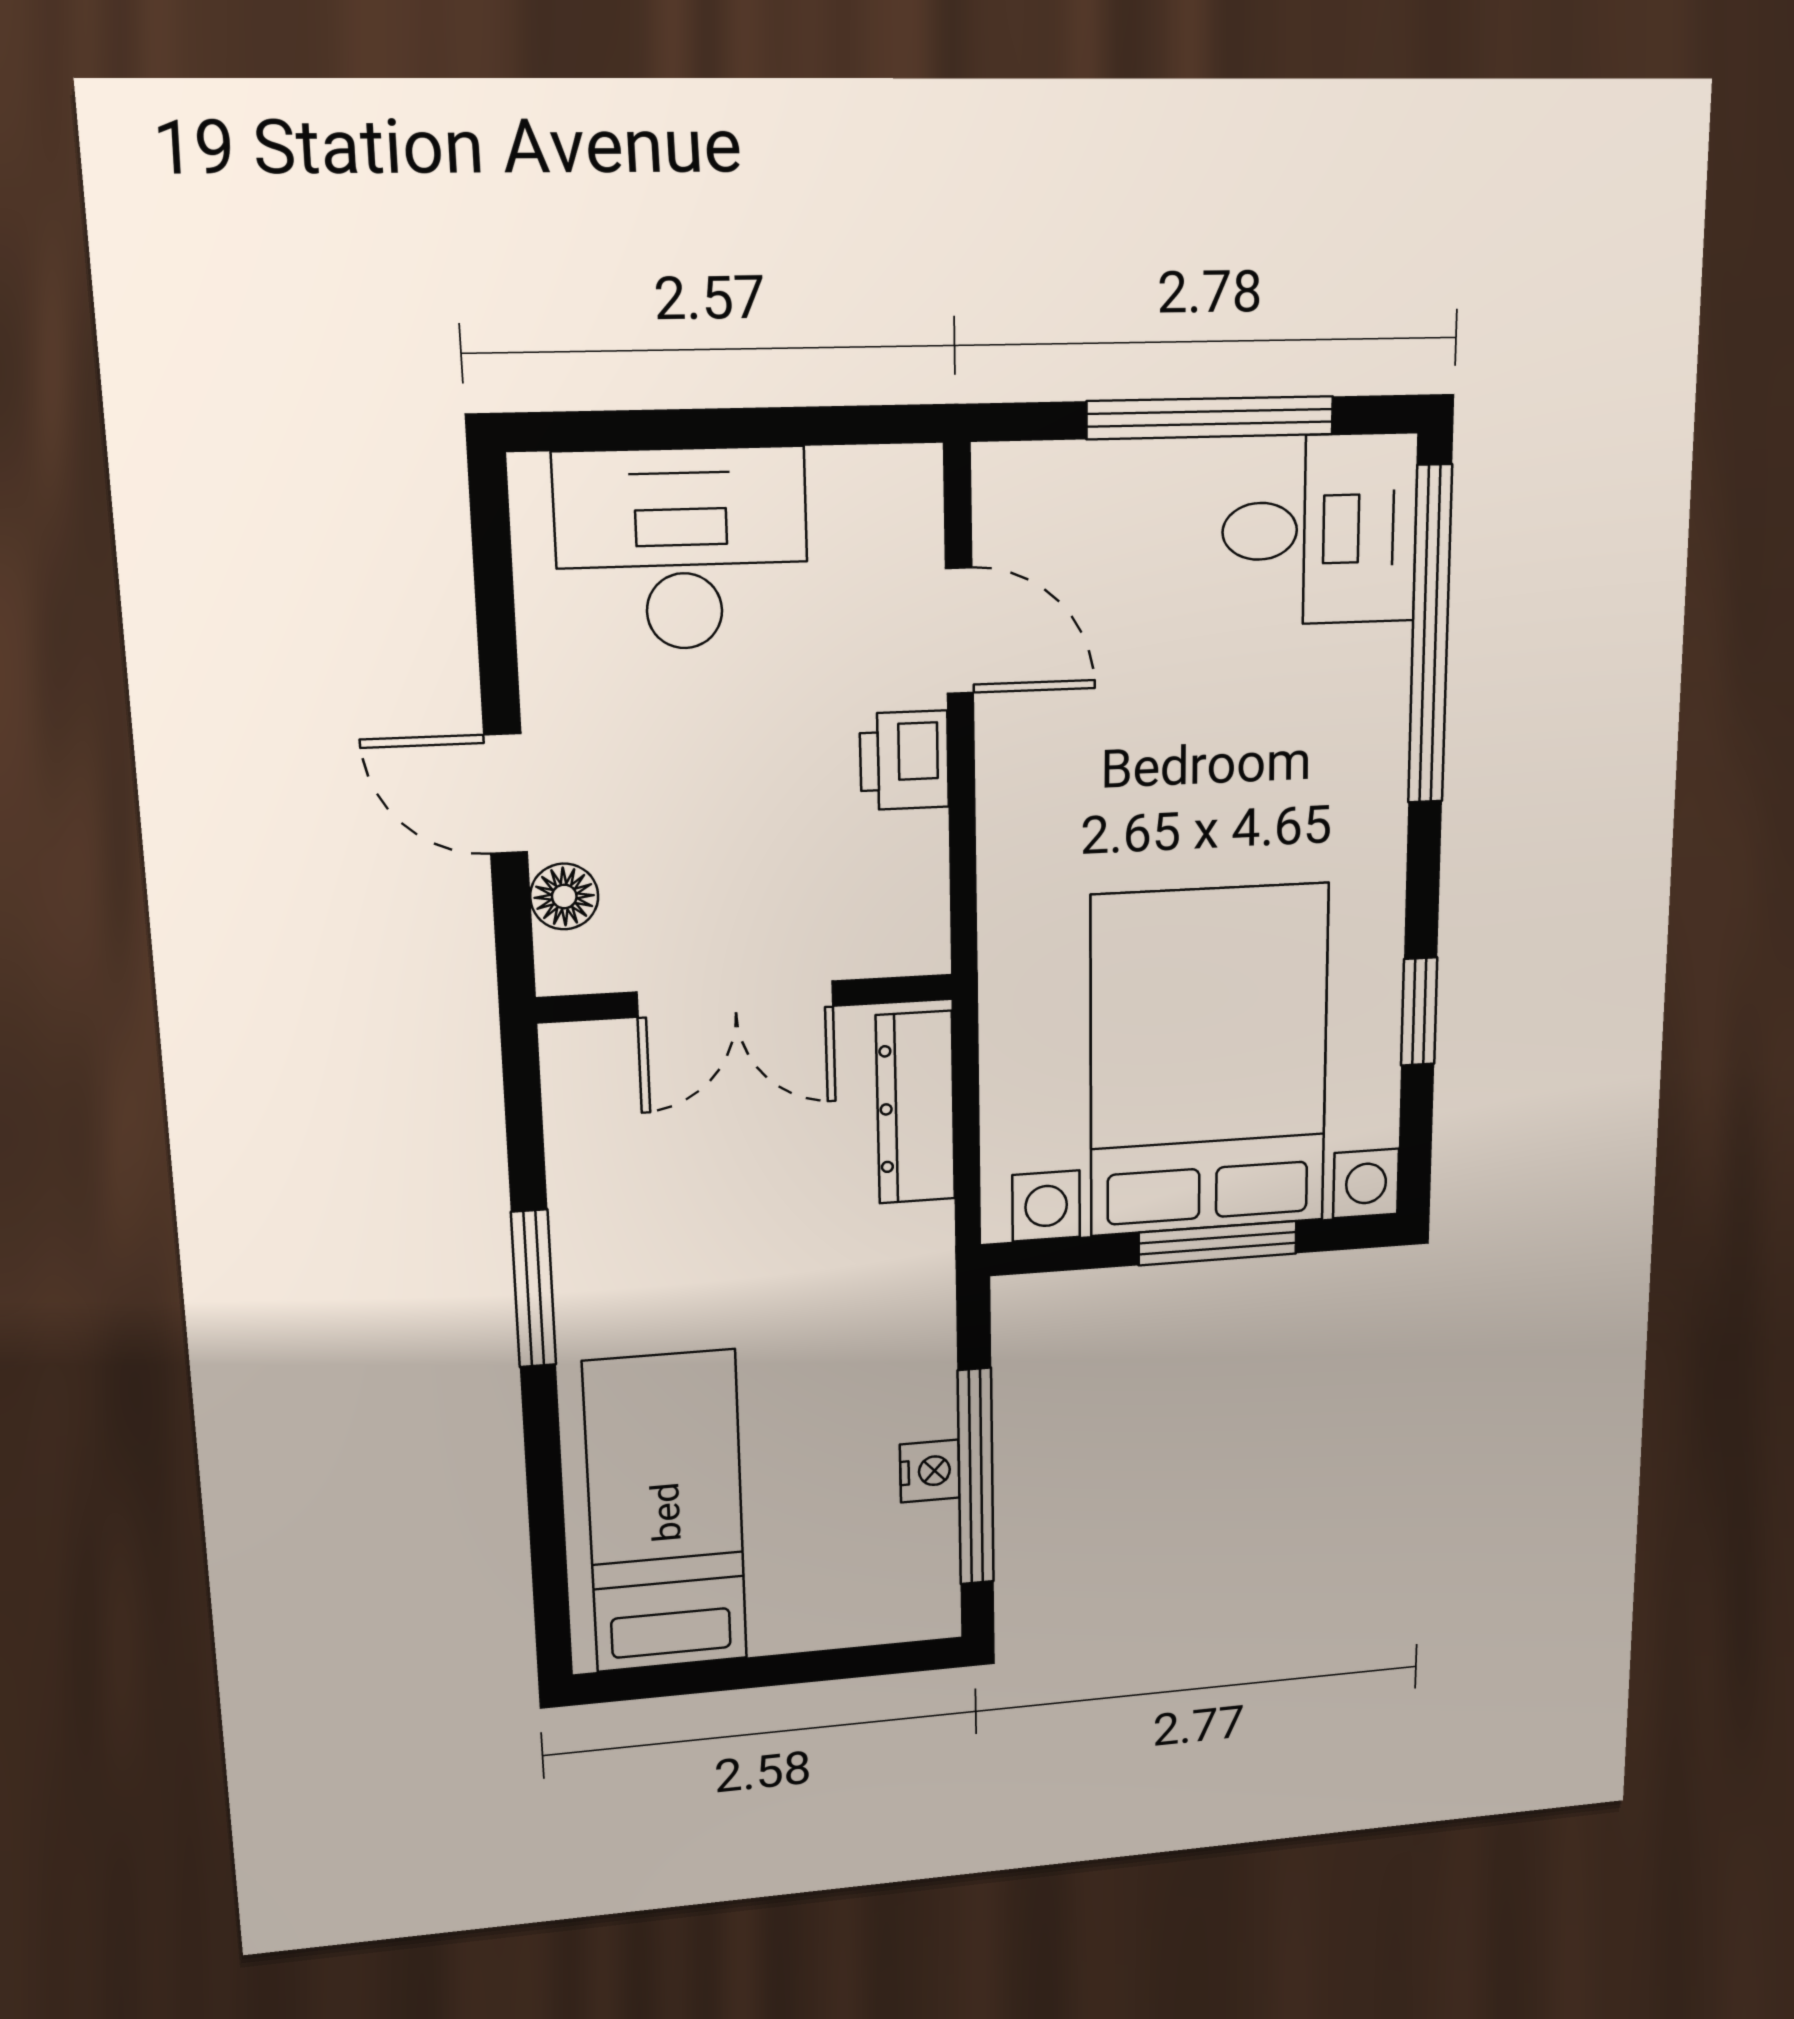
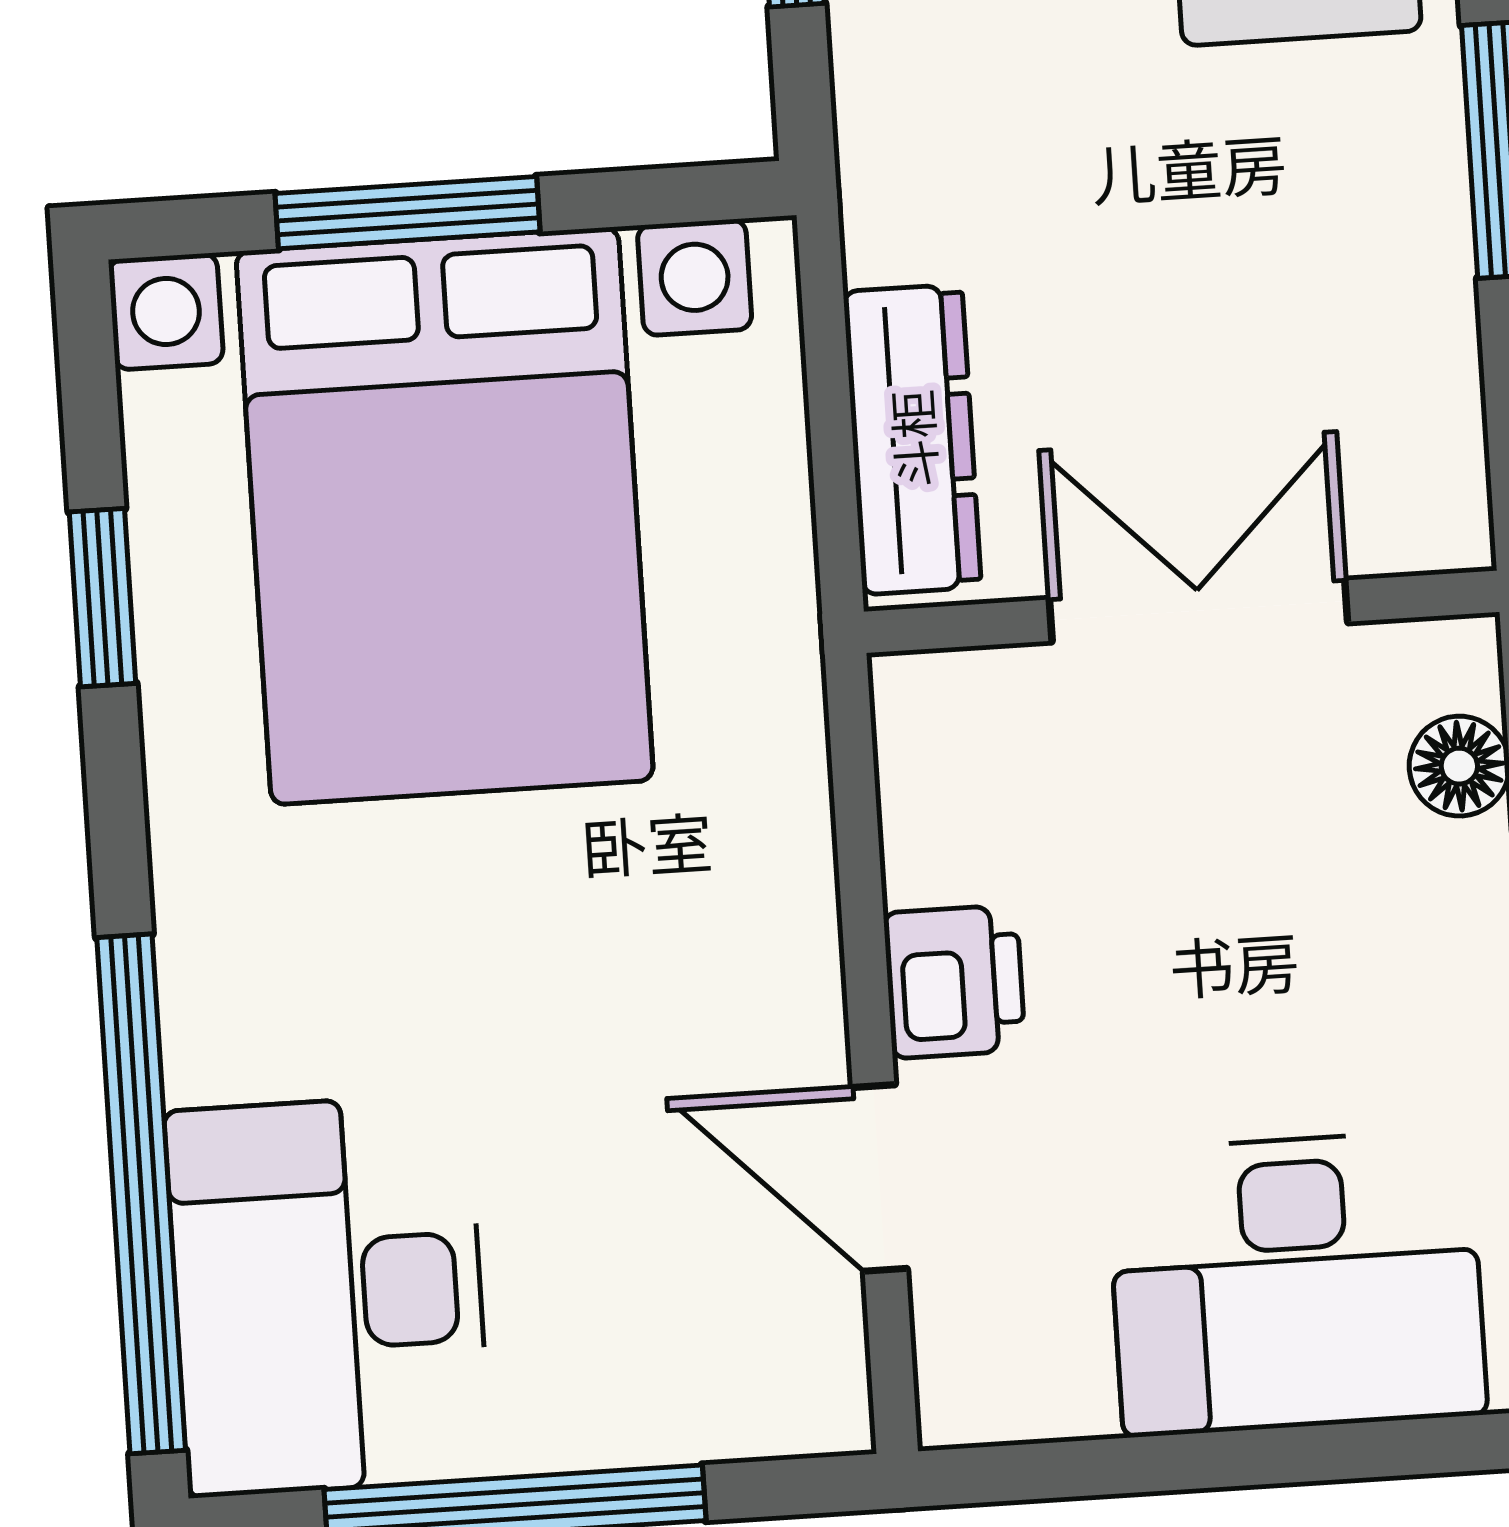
desk: (1320, 530) -> (328, 1295), width x1.37

